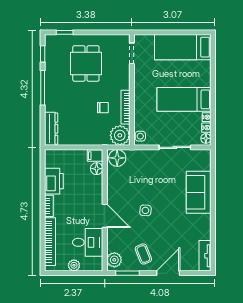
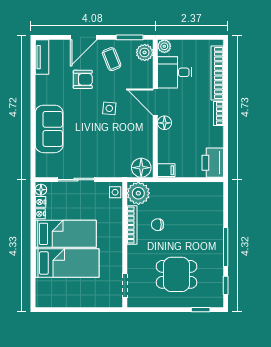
bed: (183, 47) -> (67, 263), moved
dining table: (86, 64) -> (177, 274), turned 90
dresser: (51, 129) -> (216, 201), removed
floor lamp: (97, 169) -> (164, 123), moved
printer: (54, 181) -> (213, 163), moved
armchair: (169, 236) -> (83, 79), added
plant: (74, 265) -> (164, 46), moved

